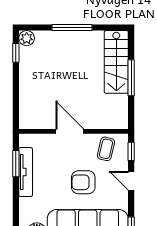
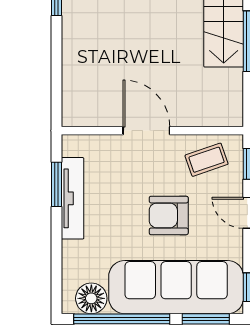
coffee table: (106, 149) -> (207, 160), turned 58

